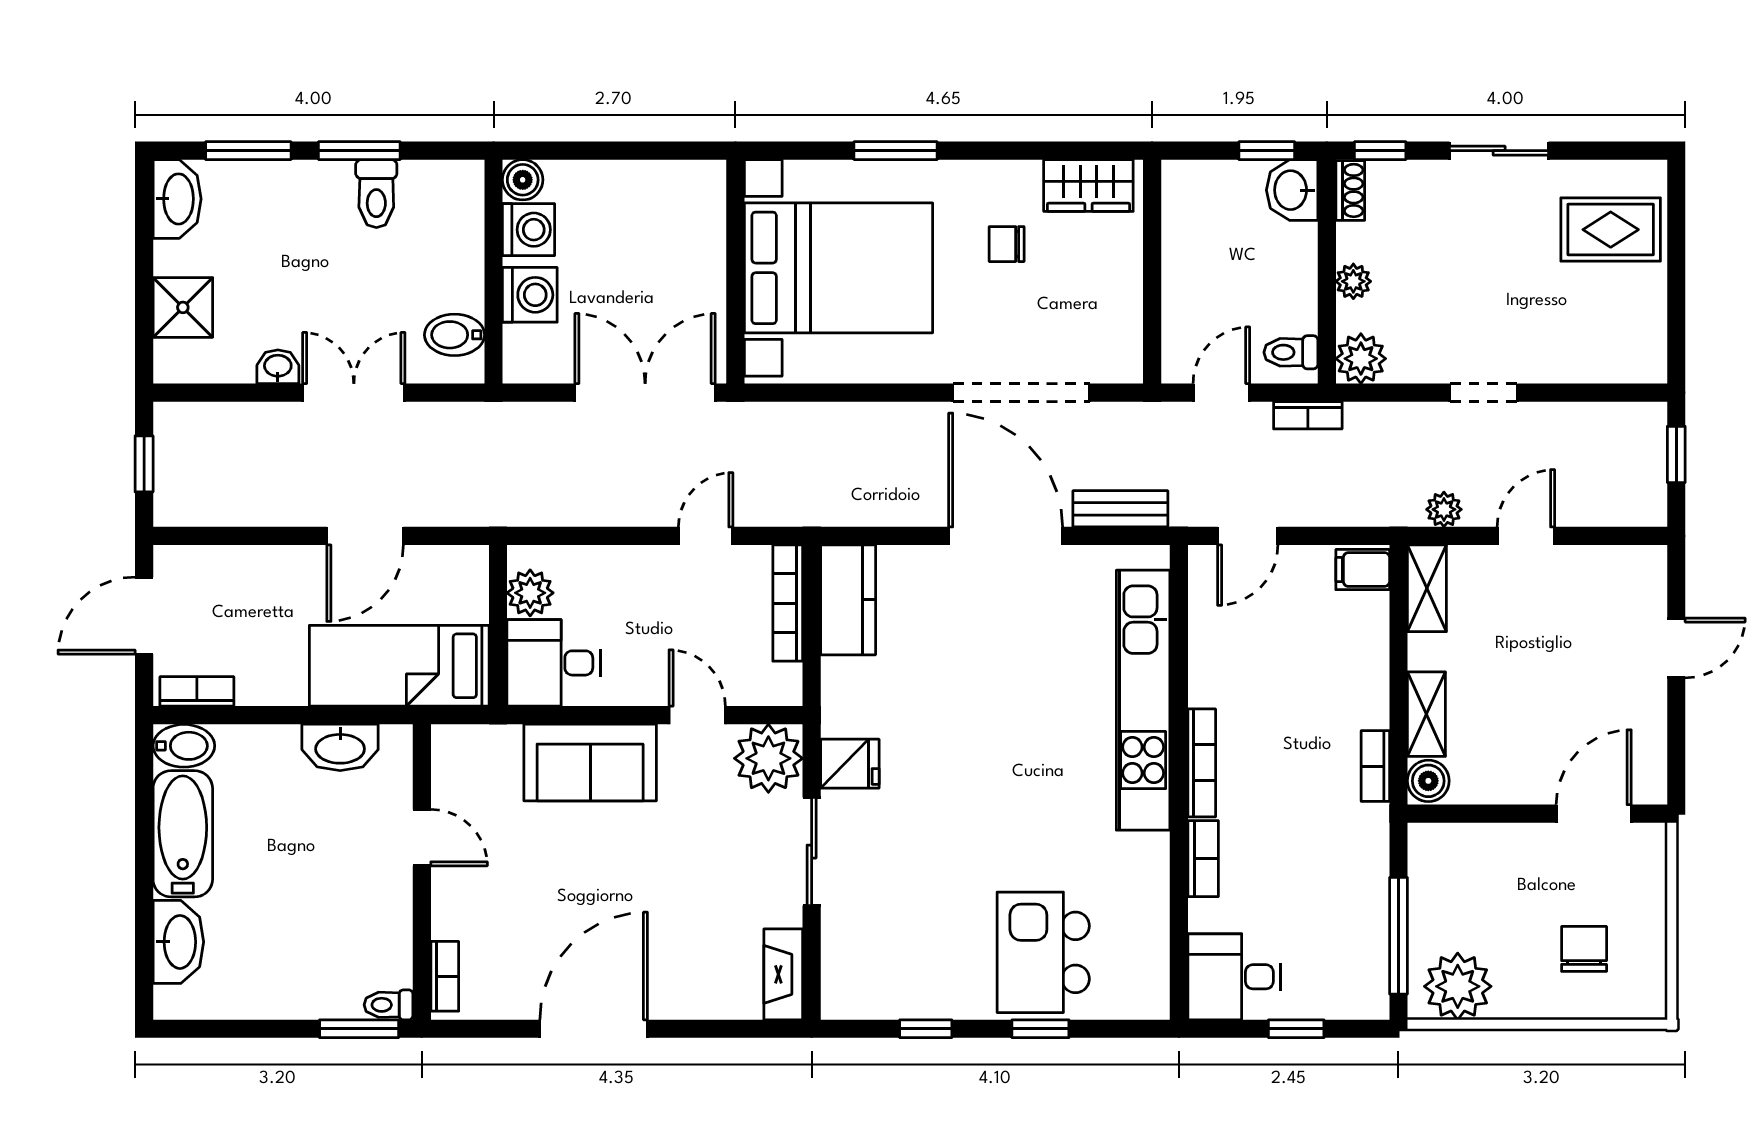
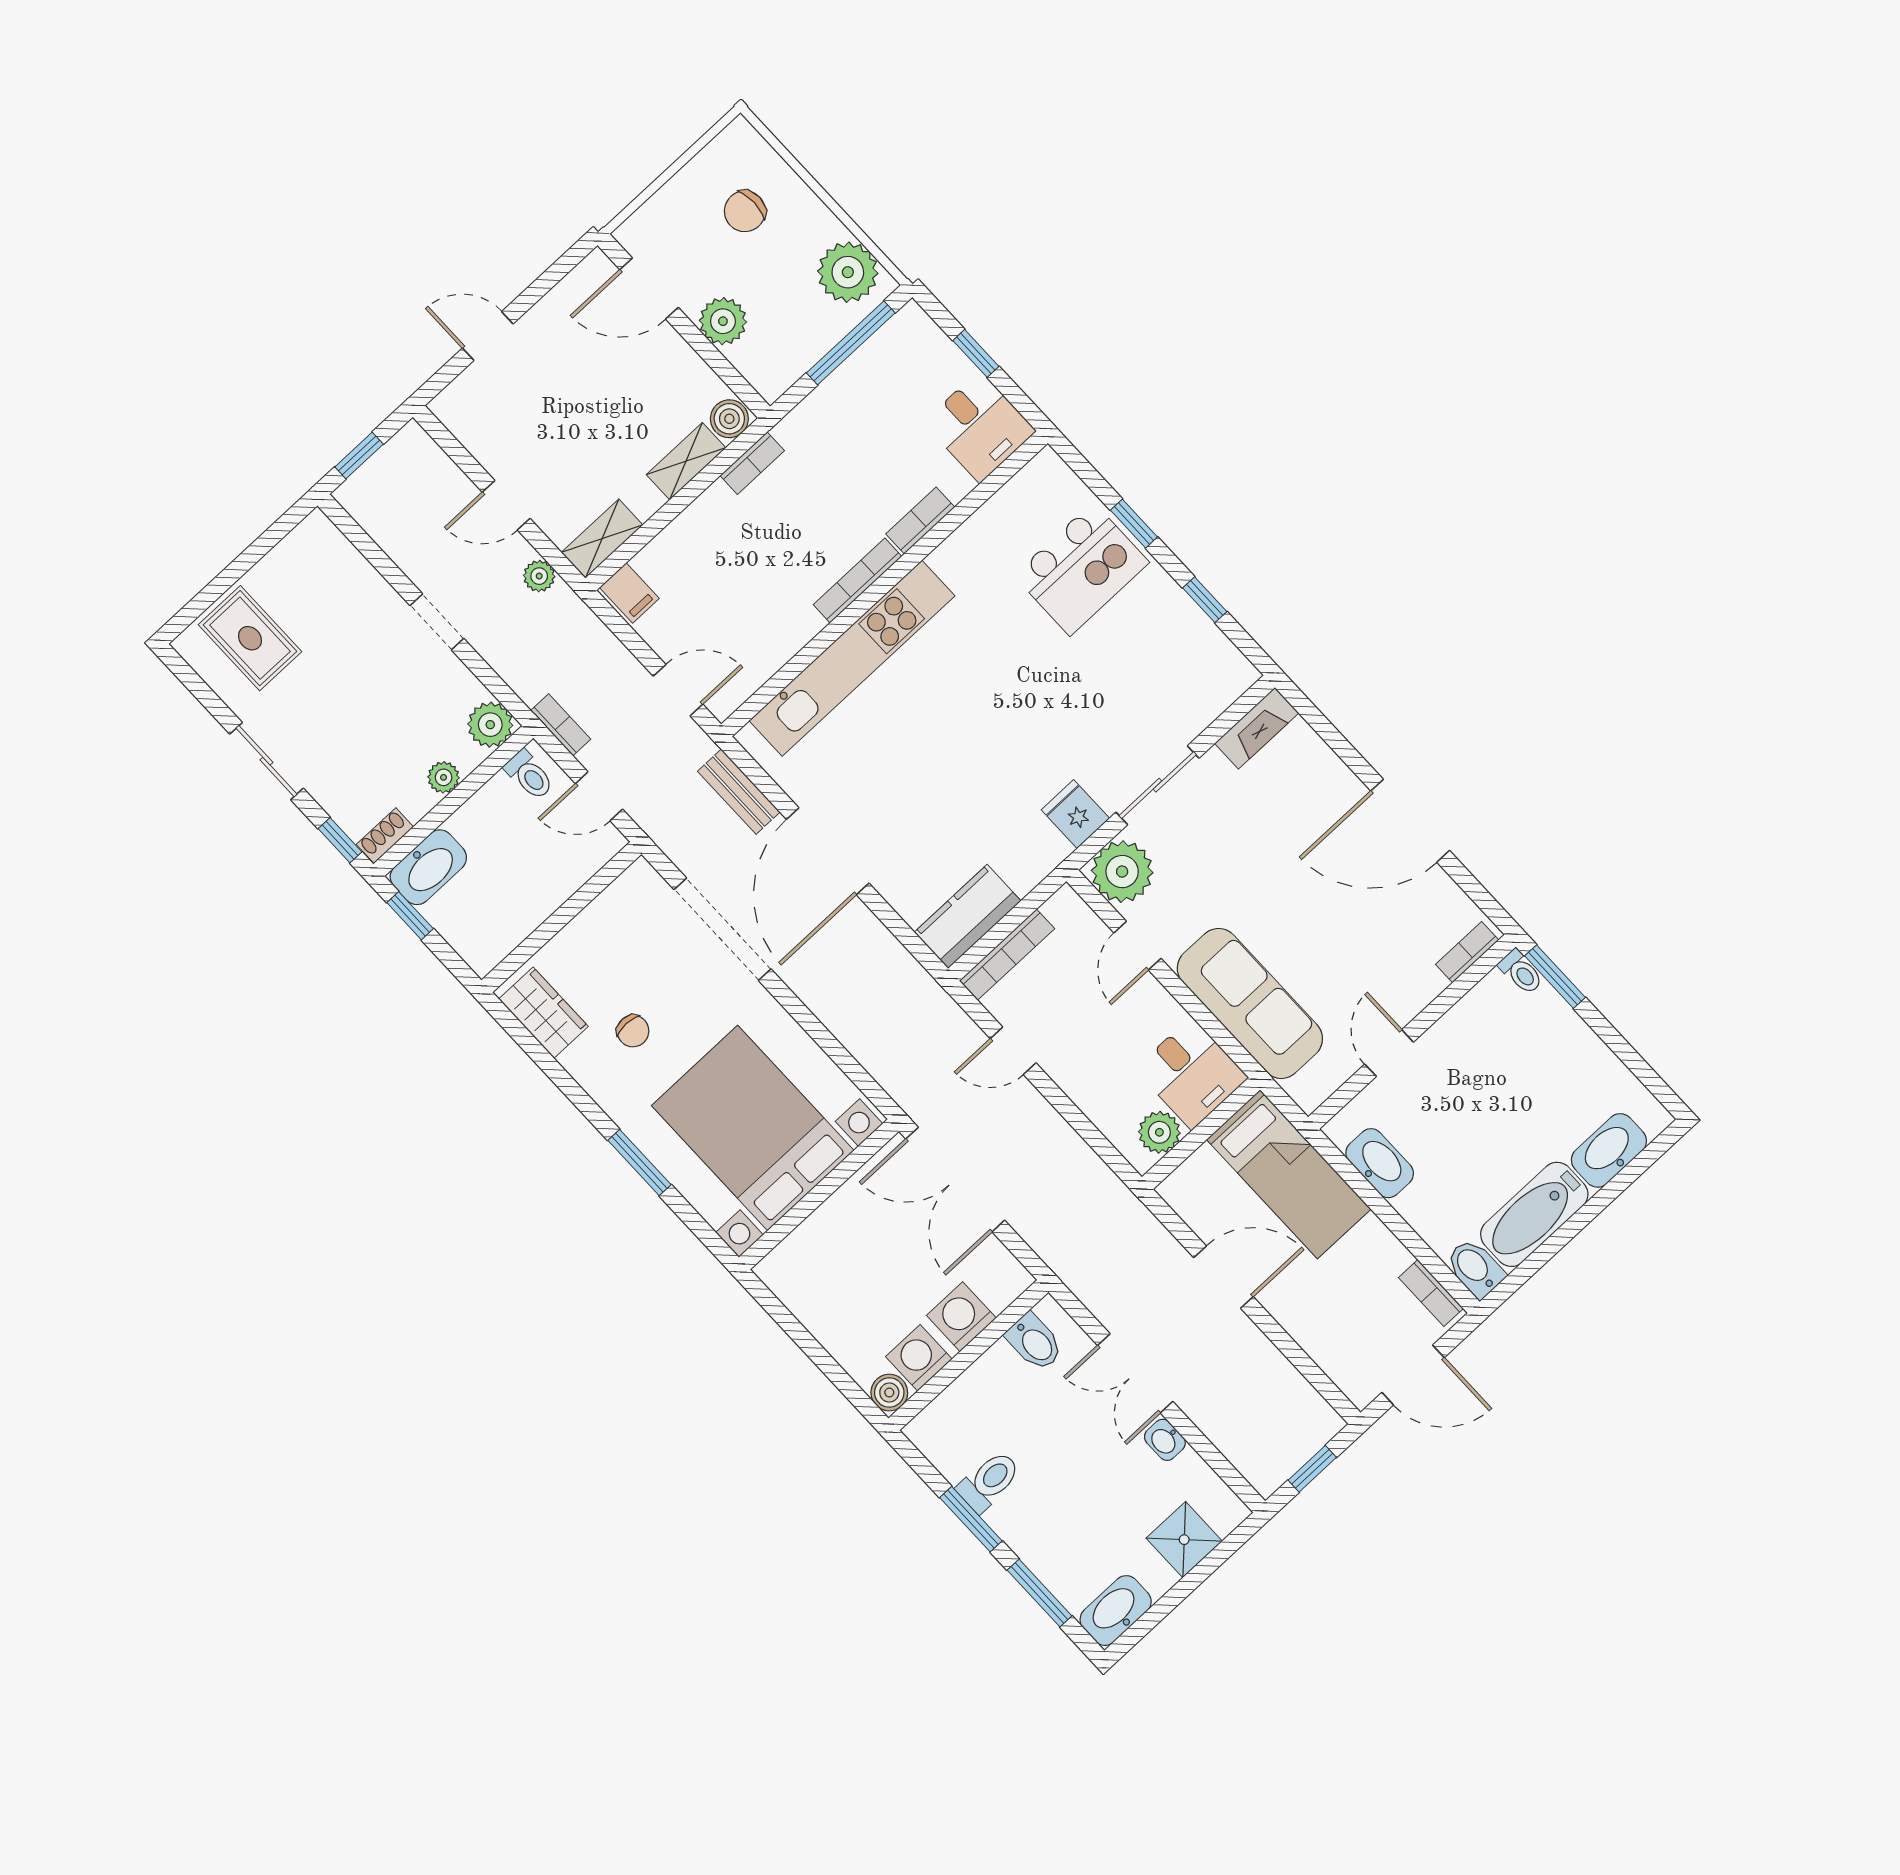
washbasin: (1292, 190) -> (428, 867), width x1.38
sofa: (590, 762) -> (1250, 1003), width x1.36
plant: (1512, 849) -> (723, 321), added

